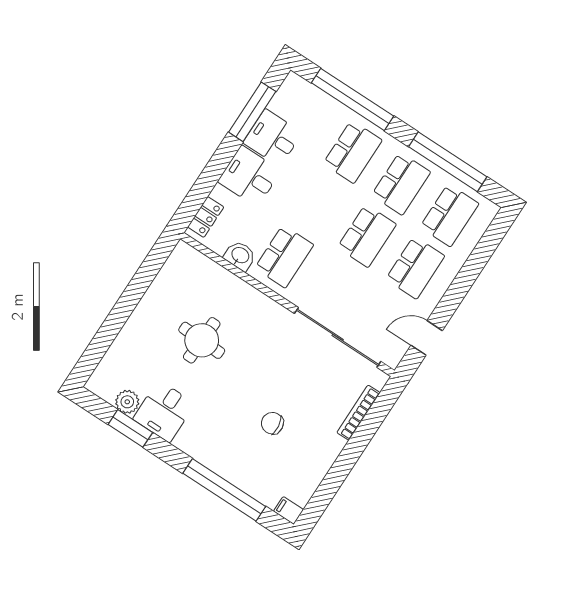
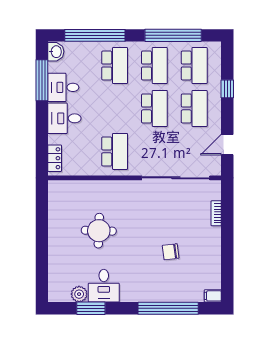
washbasin: (240, 256) -> (56, 52), moved, turned 90
window: (471, 270) -> (227, 89), added
bookcase: (358, 413) -> (216, 213), width x0.64

